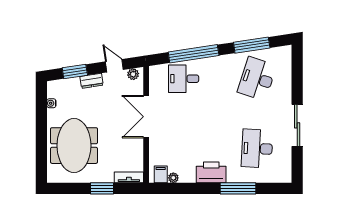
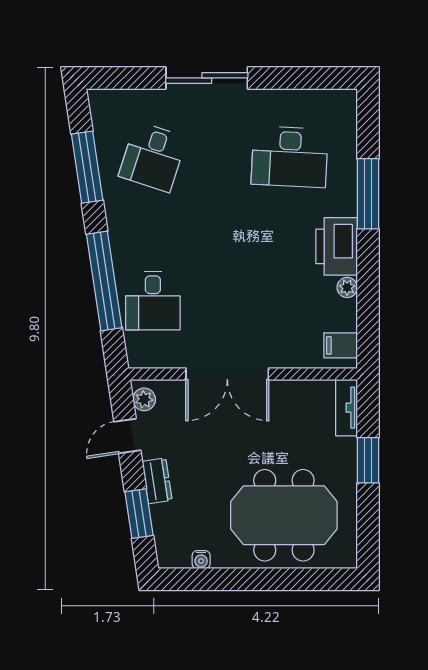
desk: (257, 79) -> (153, 157), width x0.73
sliding door: (297, 125) -> (207, 78), moved
plant: (173, 178) -> (347, 287), moved

